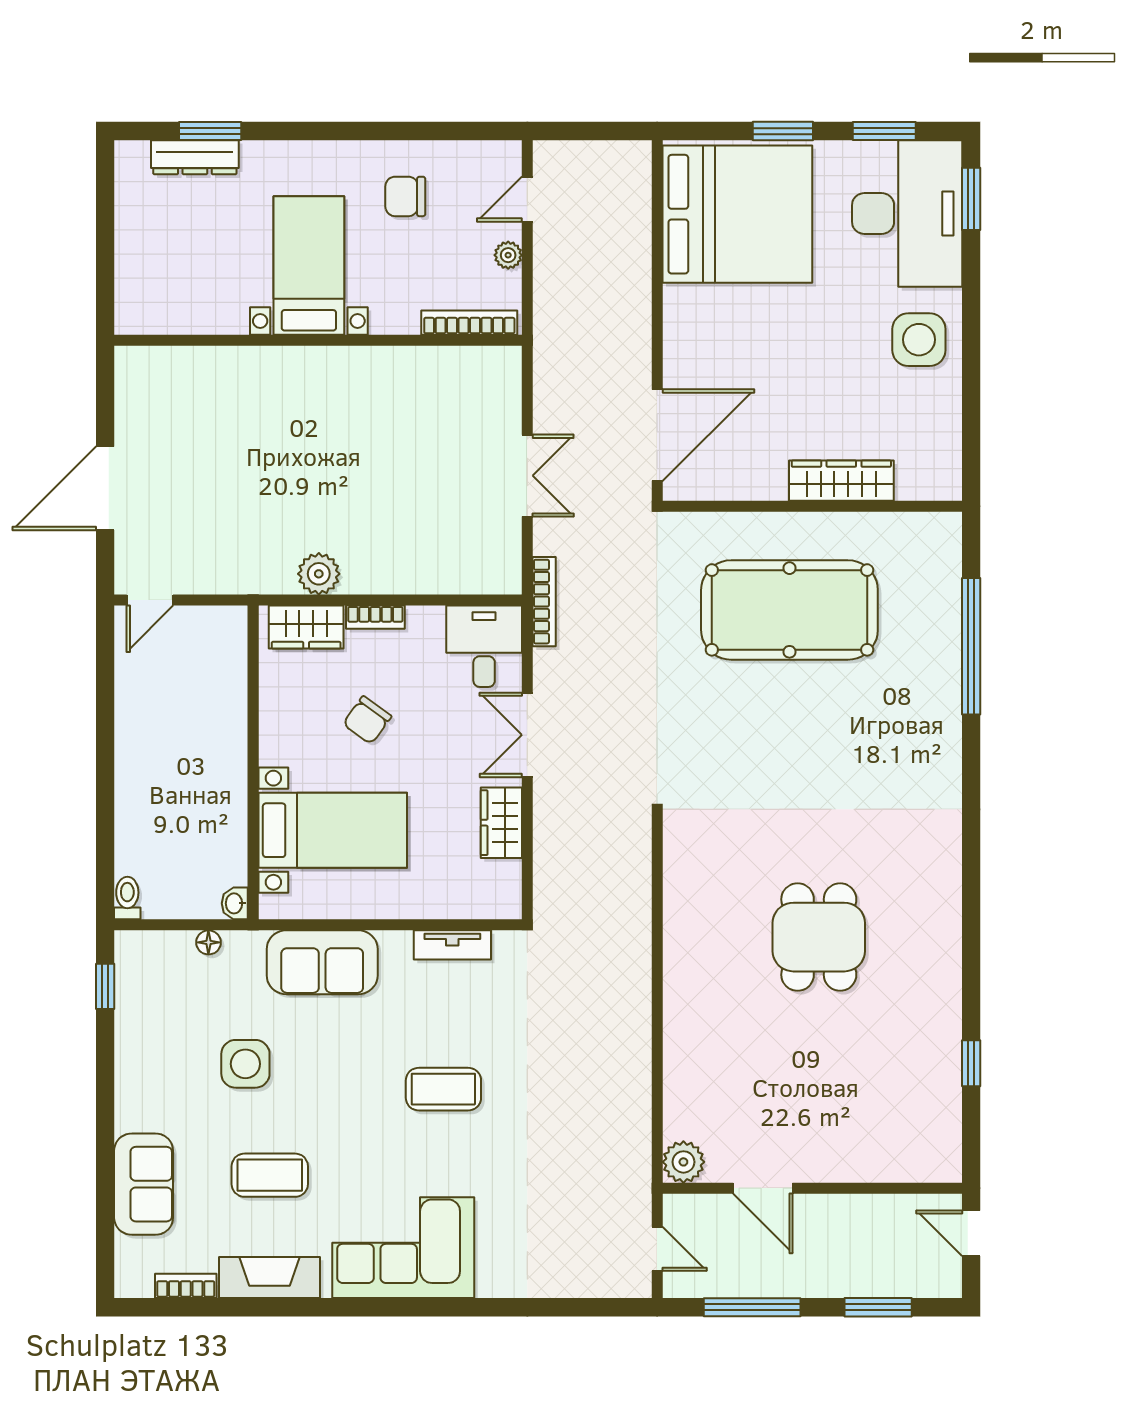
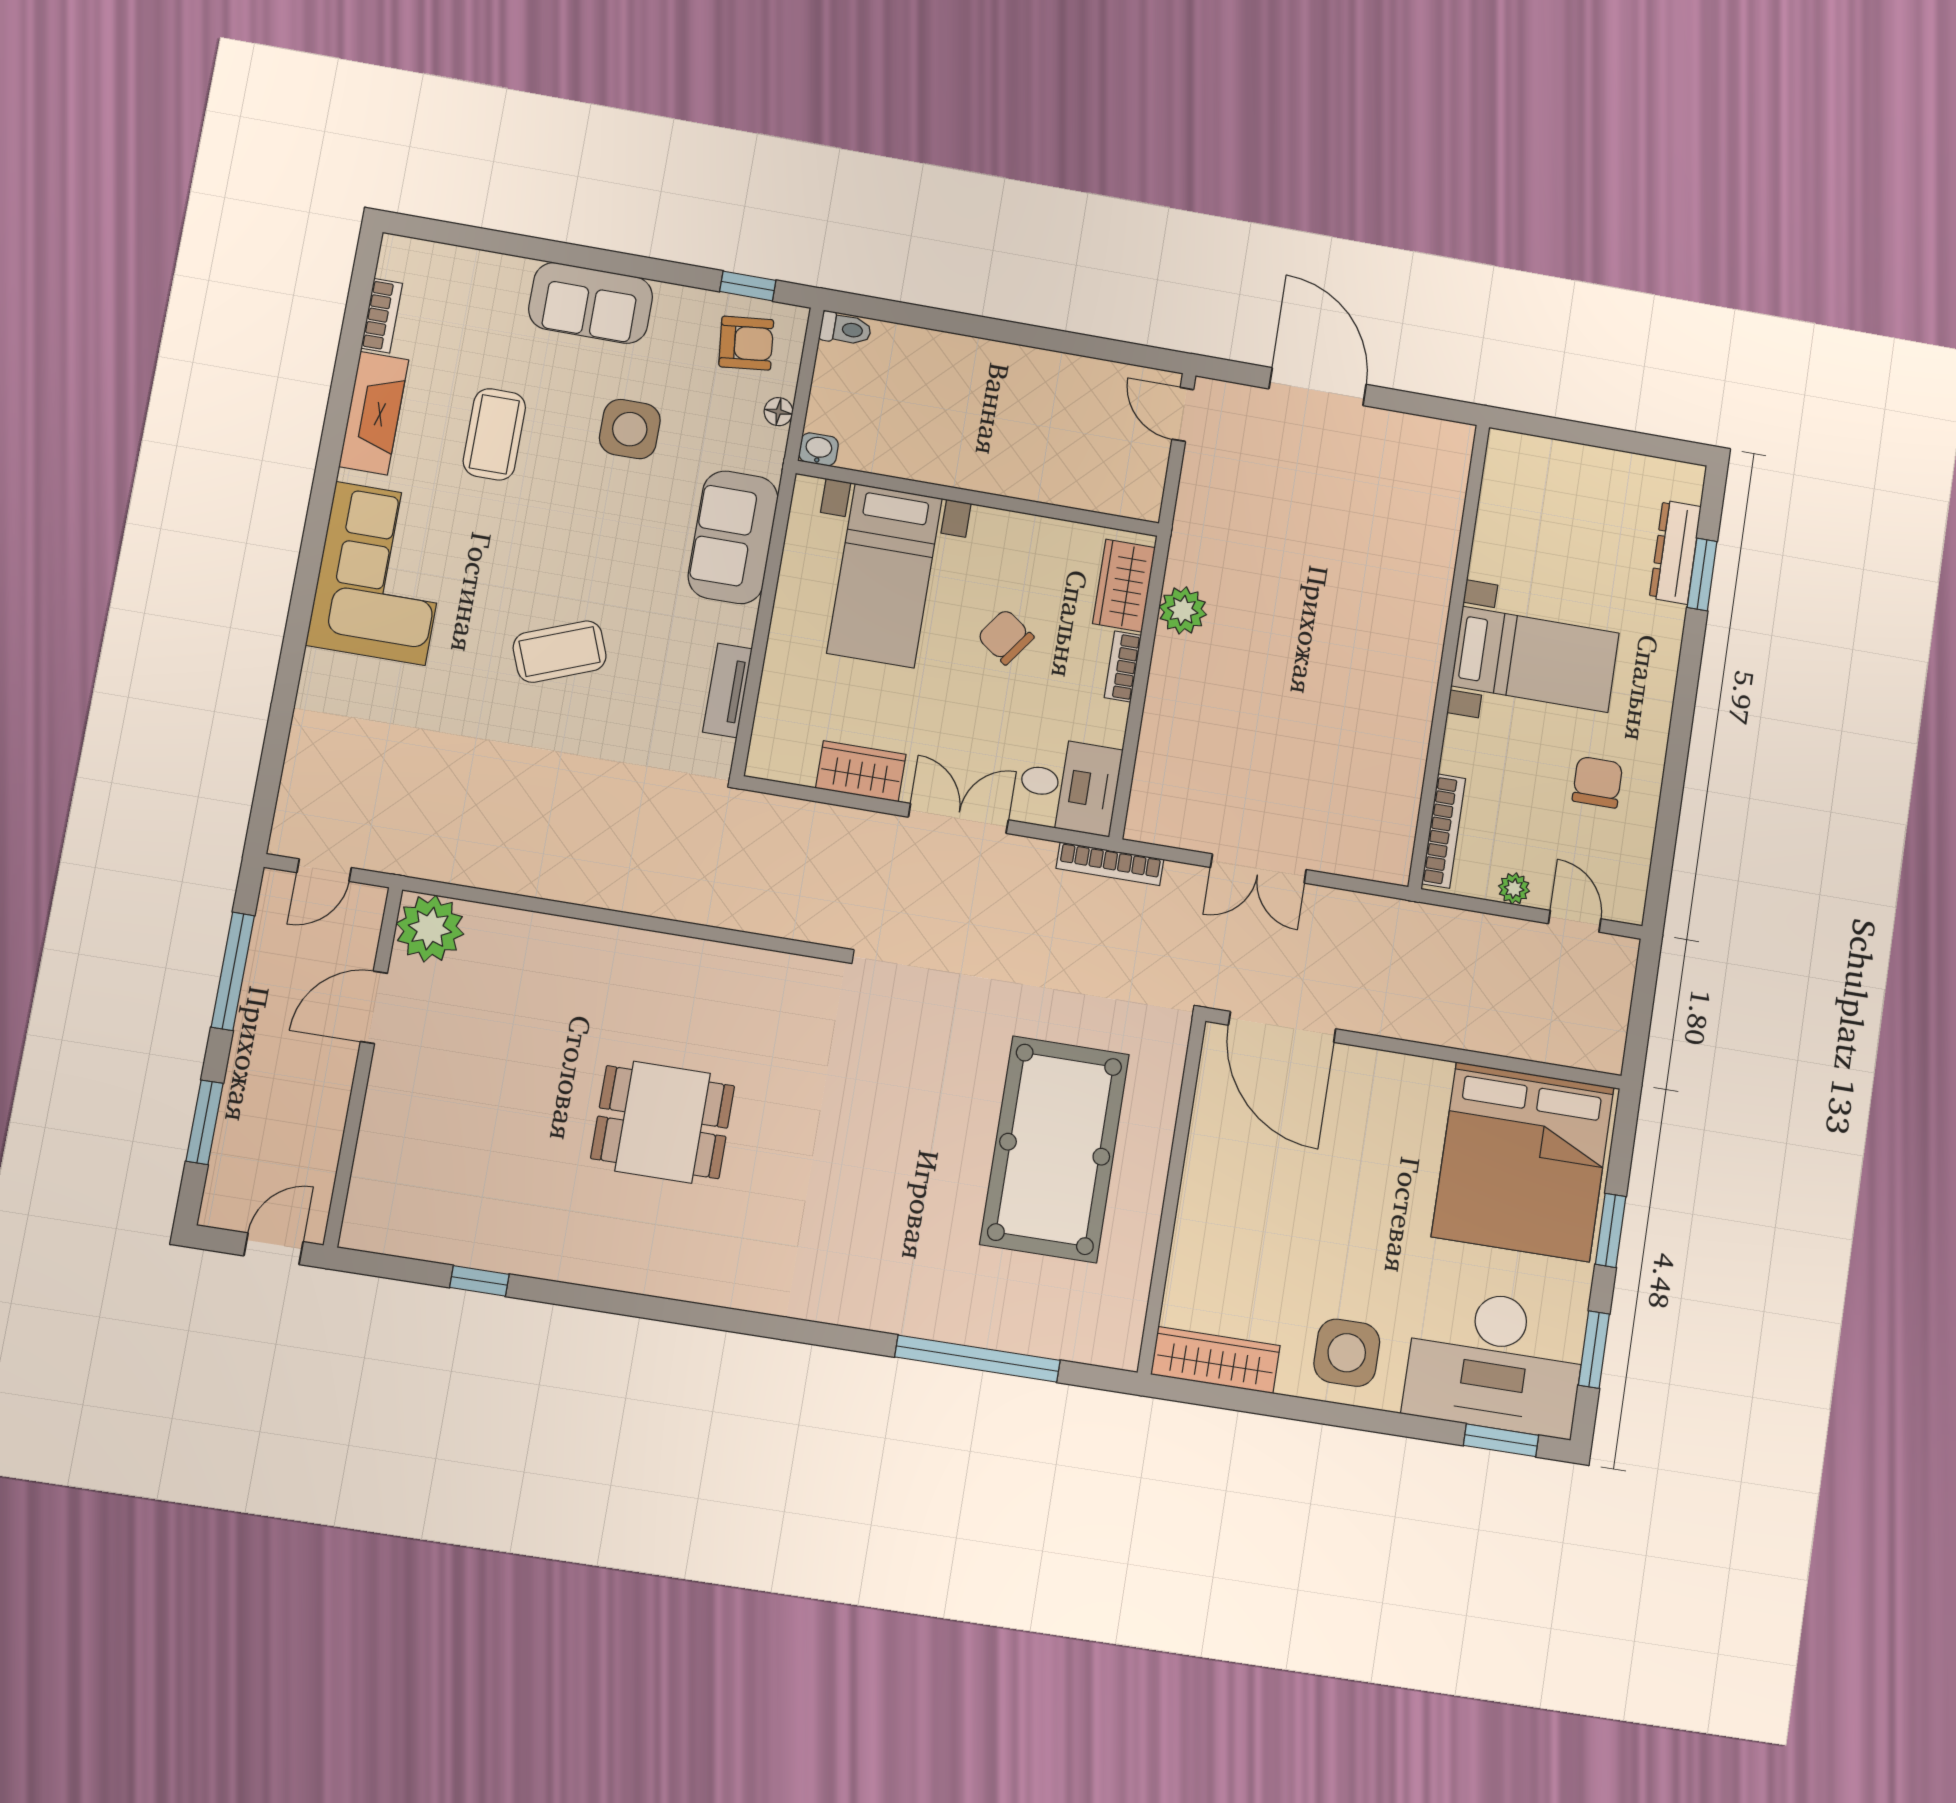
wardrobe: (841, 481) -> (1216, 1360), moved, turned -90
armchair: (155, 979) -> (746, 343), added
coffee table: (443, 1089) -> (560, 652), turned 69
plant: (683, 1162) -> (430, 929), width x1.36, depth x1.36
sofa: (144, 1184) -> (591, 303), moved

